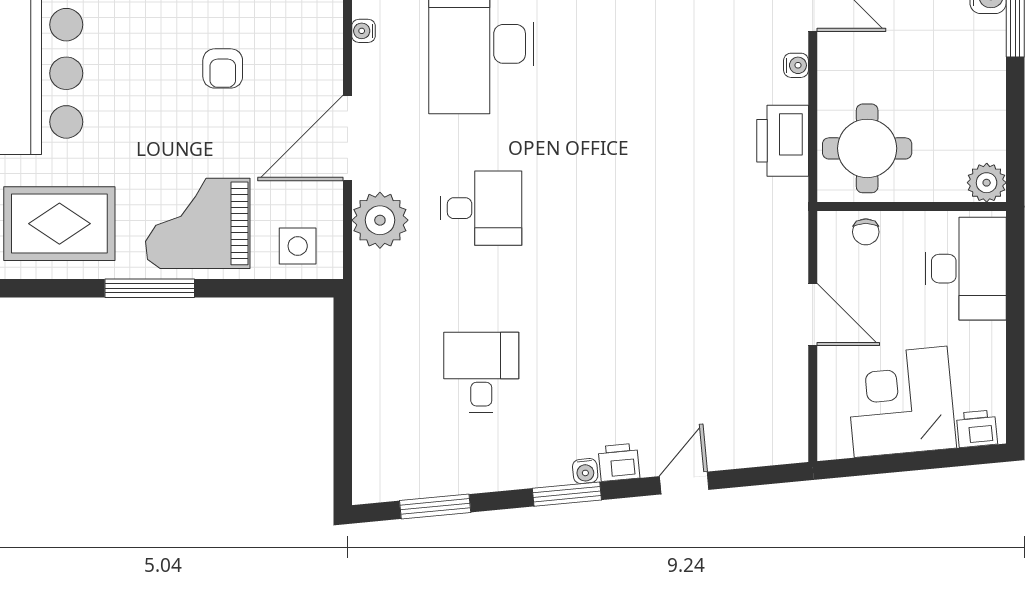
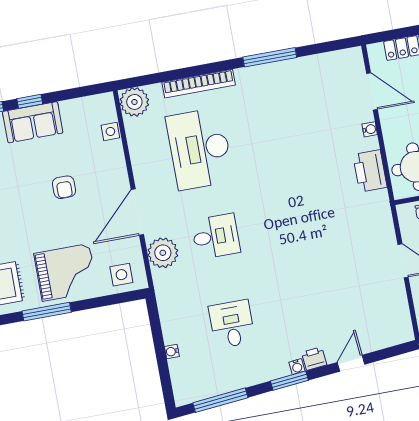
water cooler: (364, 31) -> (172, 352), moved
grand piano: (198, 223) -> (66, 272), turned 180
window: (435, 507) -> (220, 400), width x1.44

